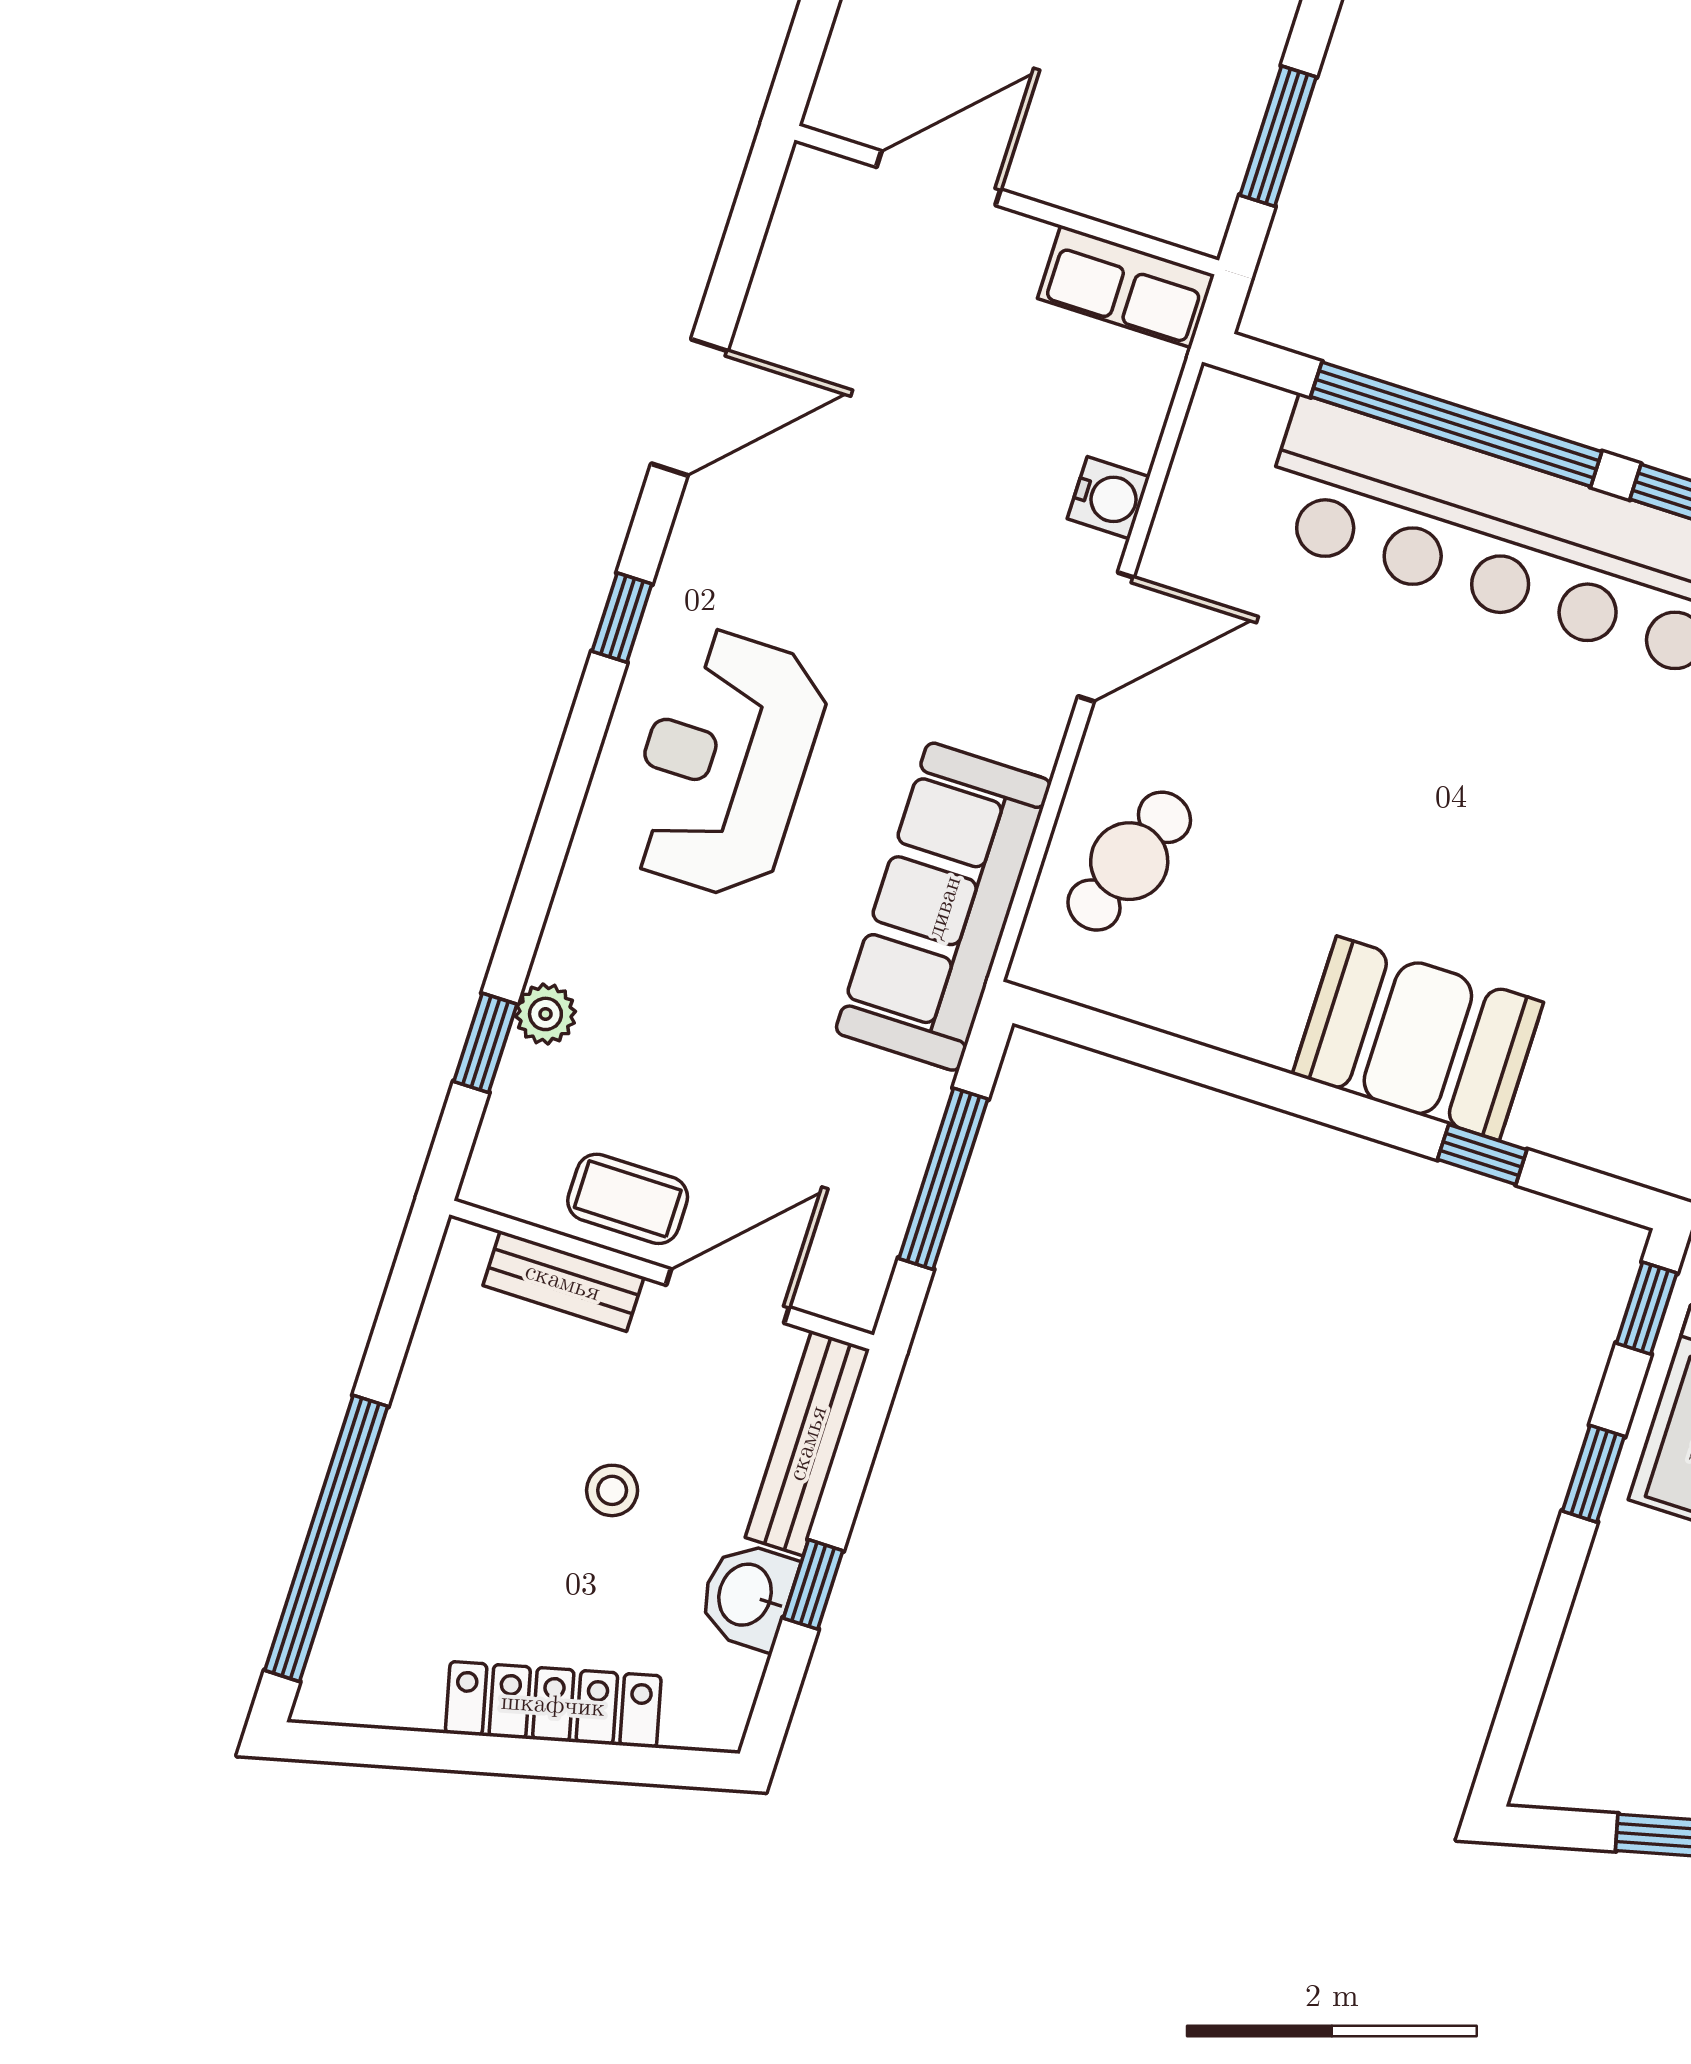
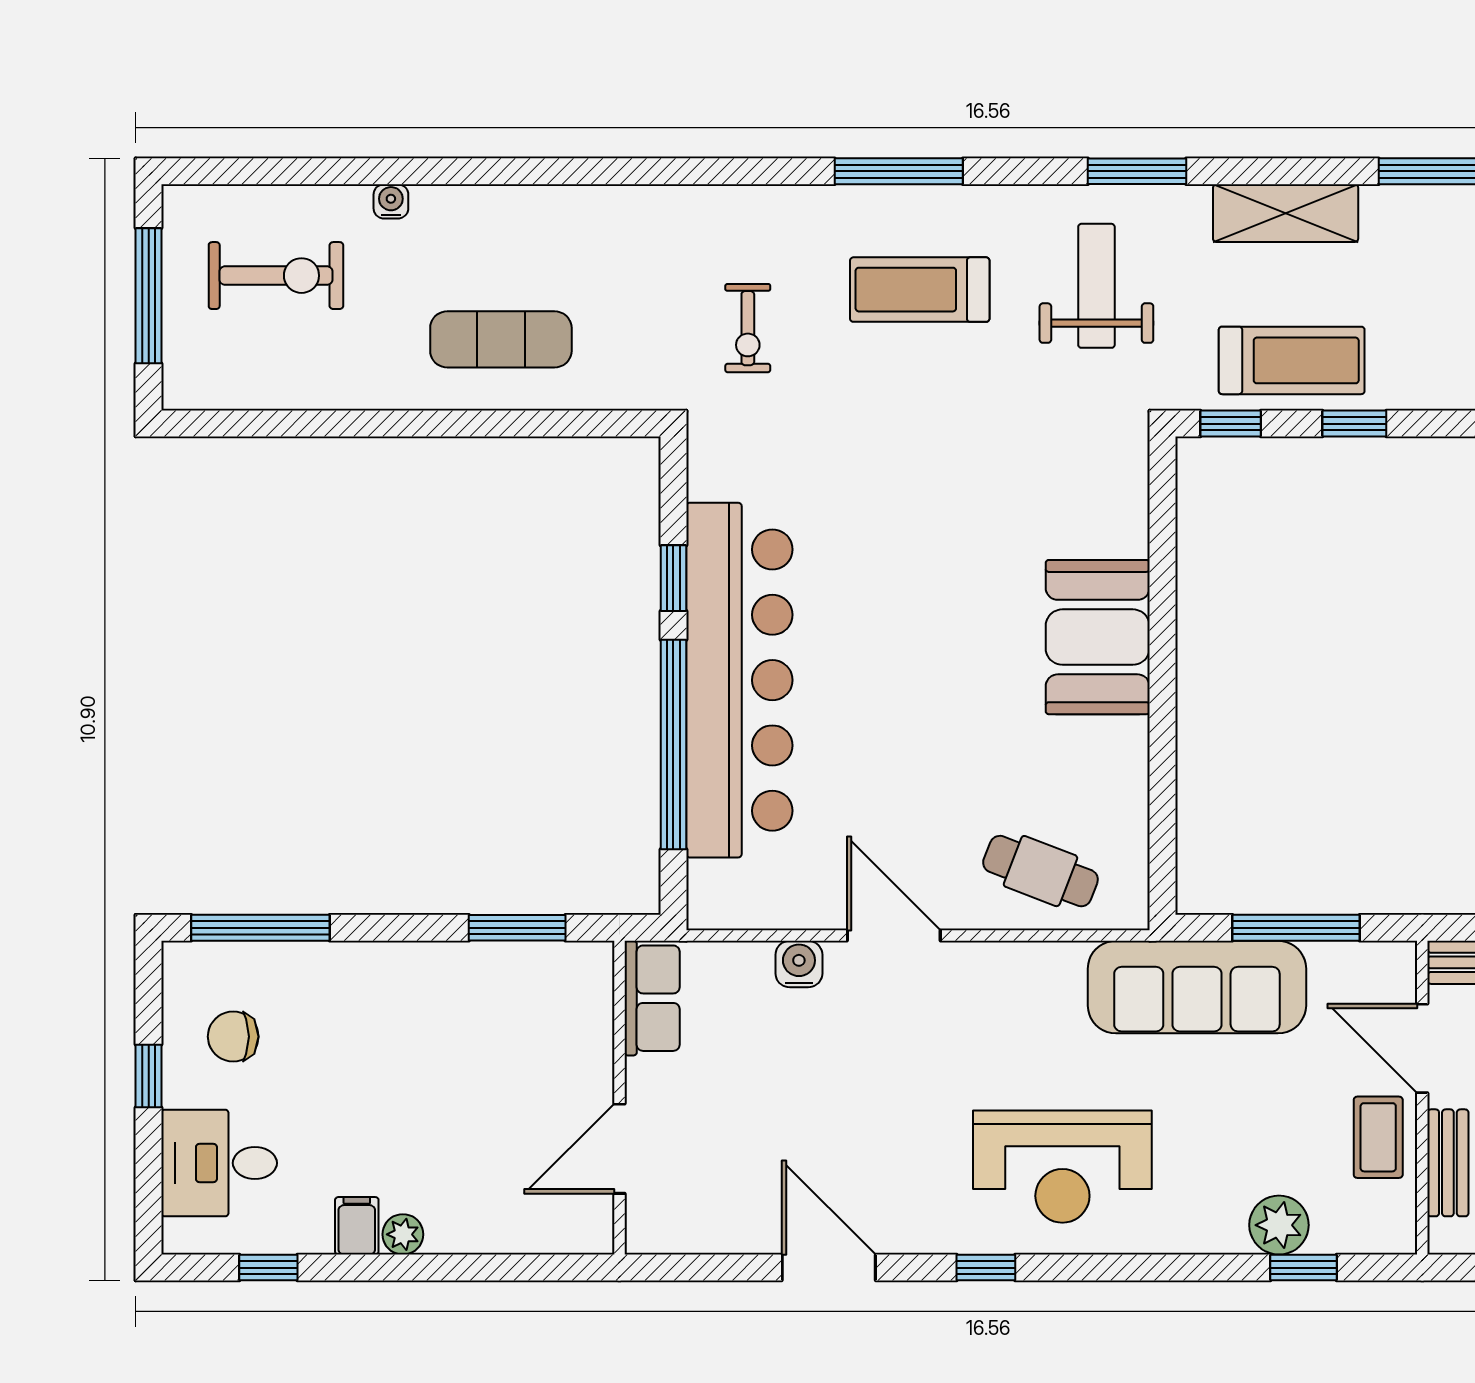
door: (939, 178) -> (619, 1149), hinge flipped
sofa: (943, 907) -> (1197, 987), moved
plant: (545, 1014) -> (1279, 1225), width x1.38, depth x1.38
window: (1482, 1155) -> (1162, 568), removed

